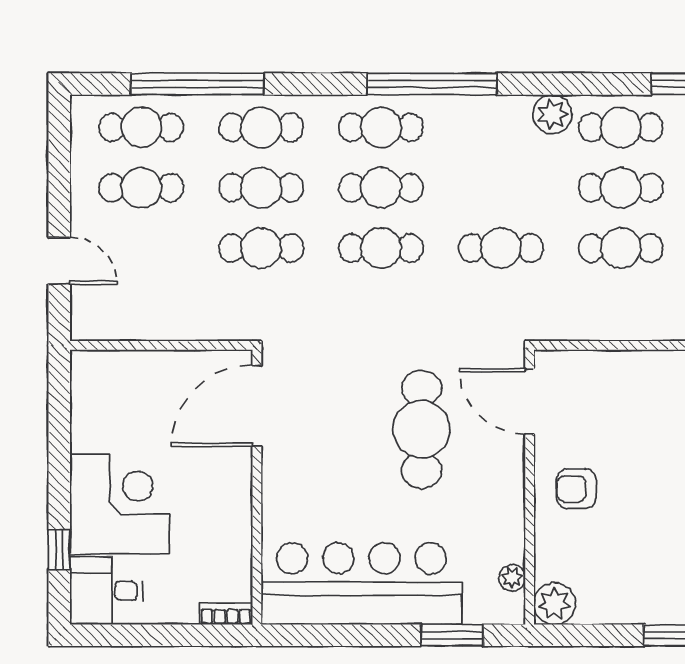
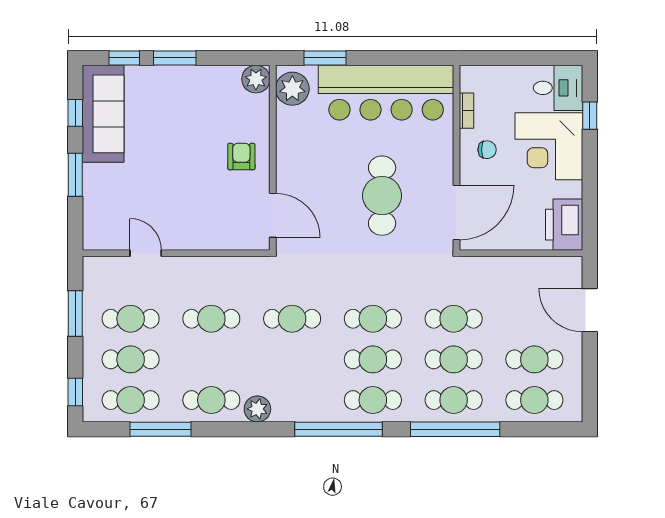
window: (197, 84) -> (455, 429), moved
cafe table: (621, 188) -> (211, 359), removed
door: (59, 261) -> (590, 310), width x1.37
printer: (97, 388) -> (564, 225), added
cafe table: (421, 429) -> (382, 196), moved
armchair: (576, 489) -> (241, 157), turned -90
chair: (212, 499) -> (487, 150), added
plant: (512, 578) -> (292, 89), width x1.88, depth x1.88
bookcase: (226, 614) -> (467, 111), moved, turned -90

